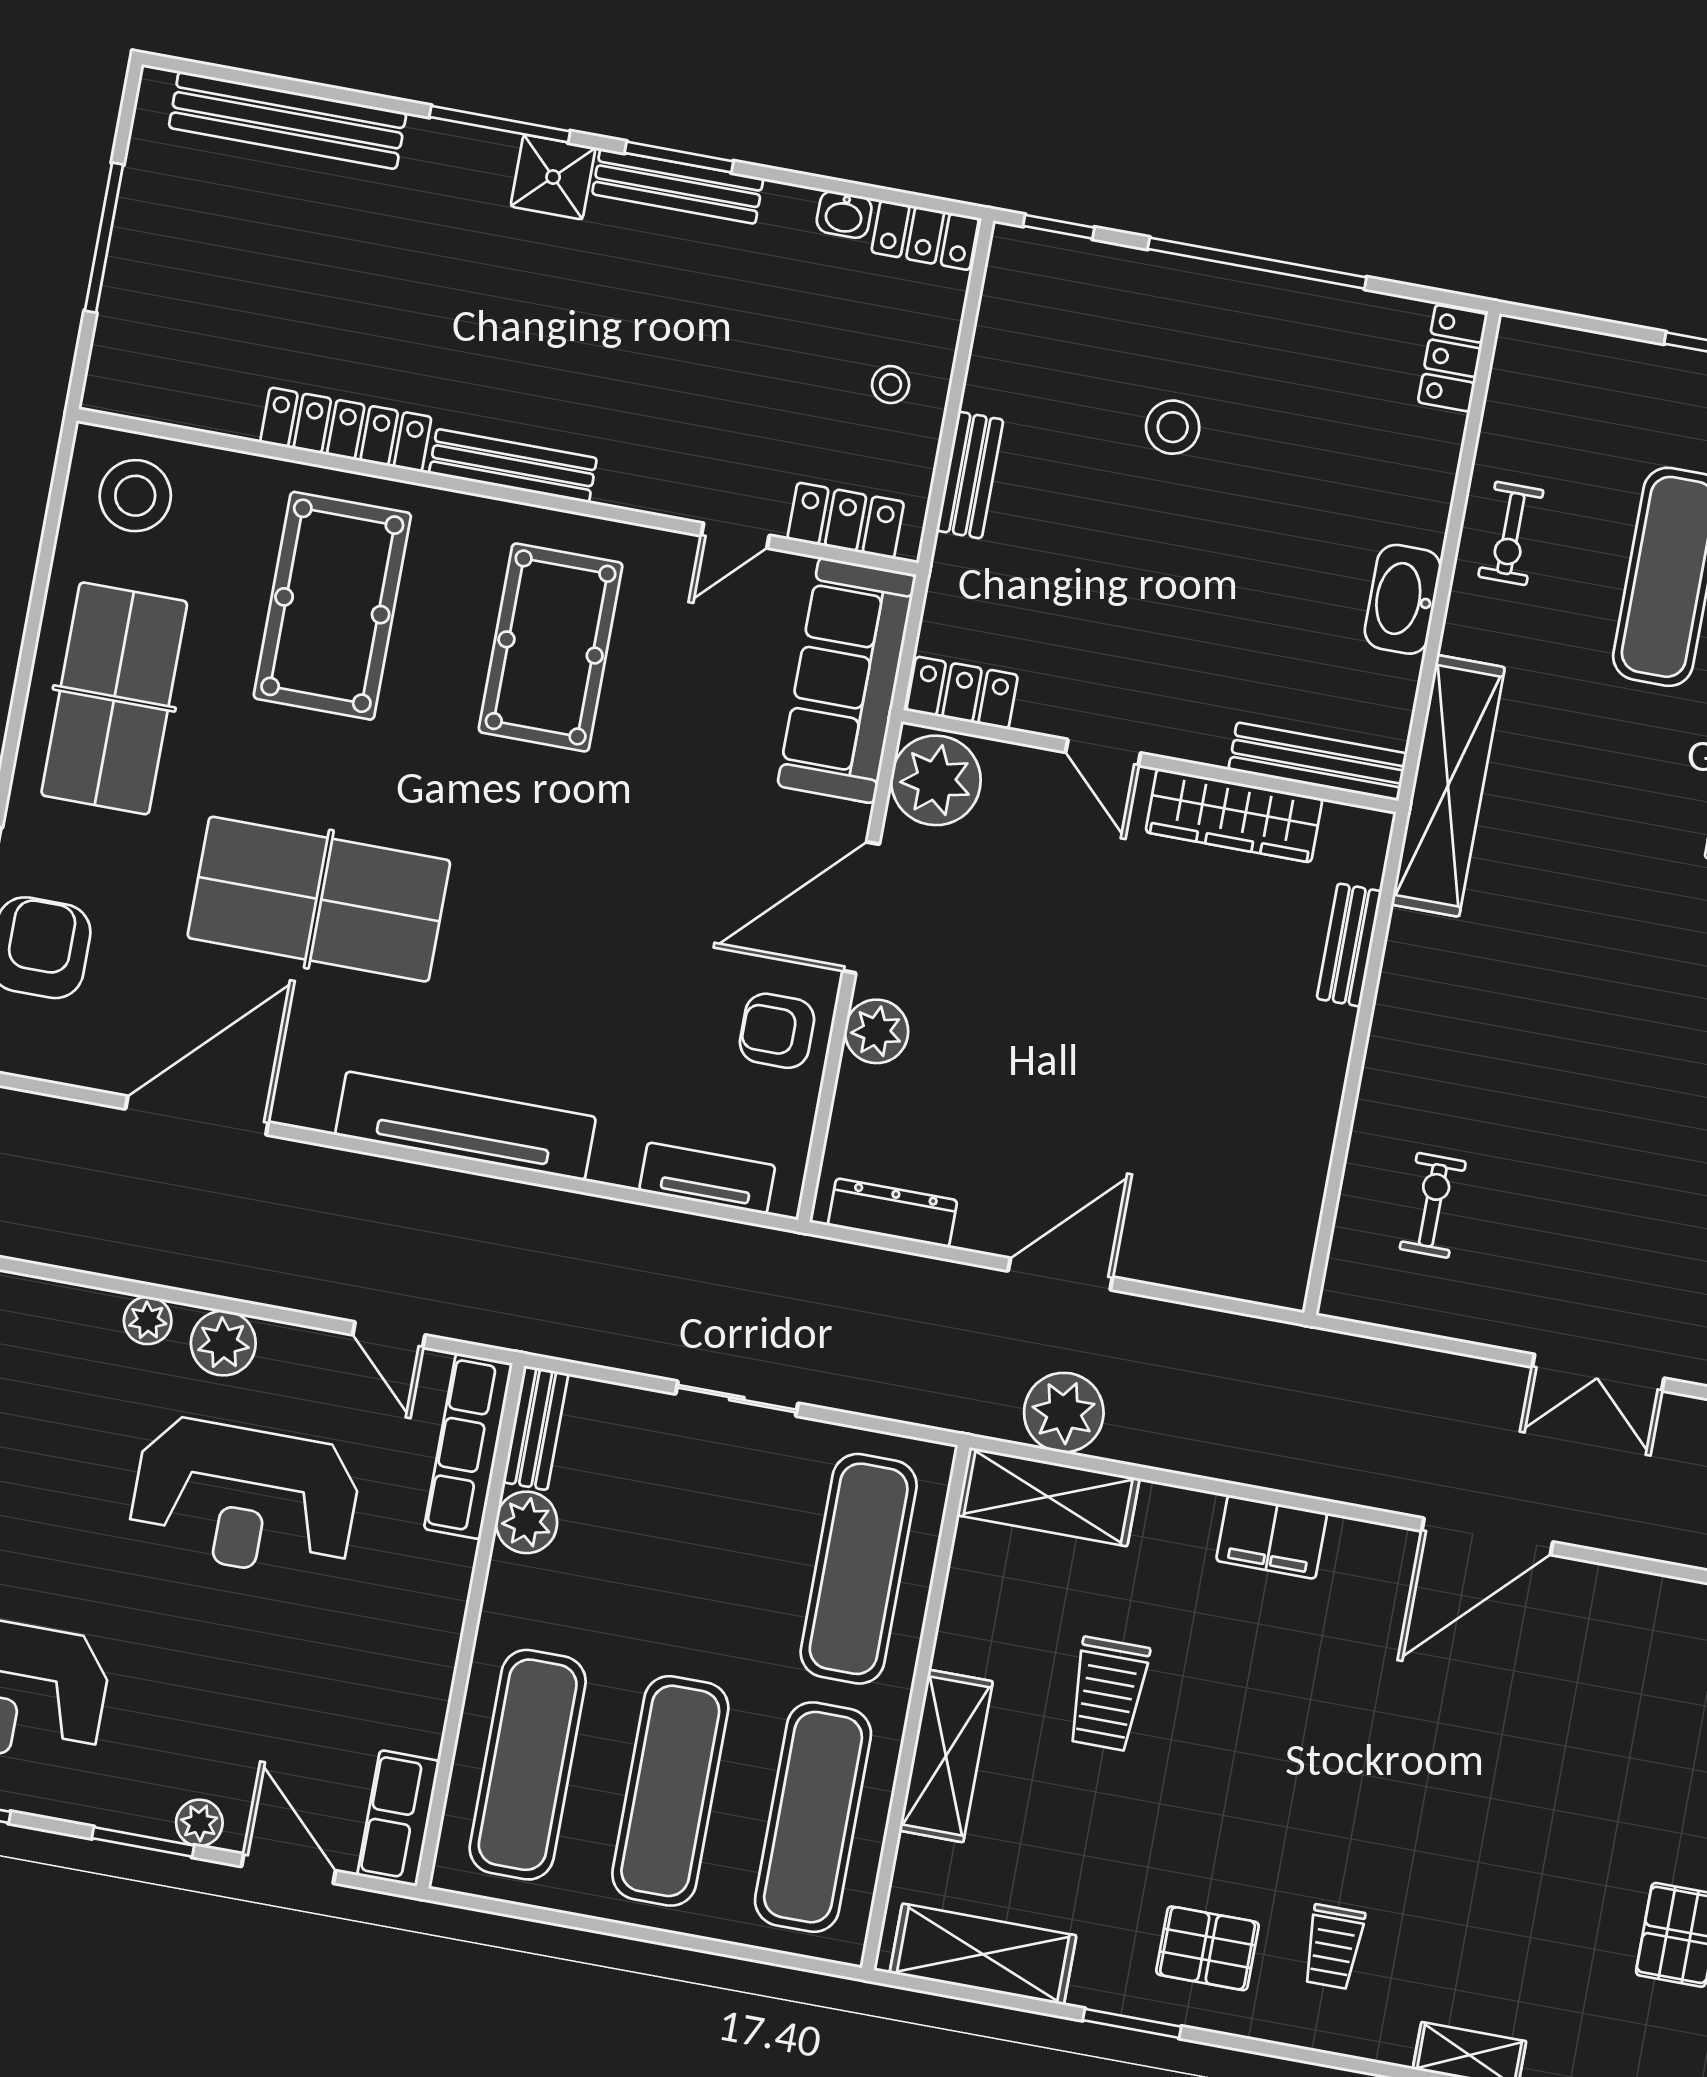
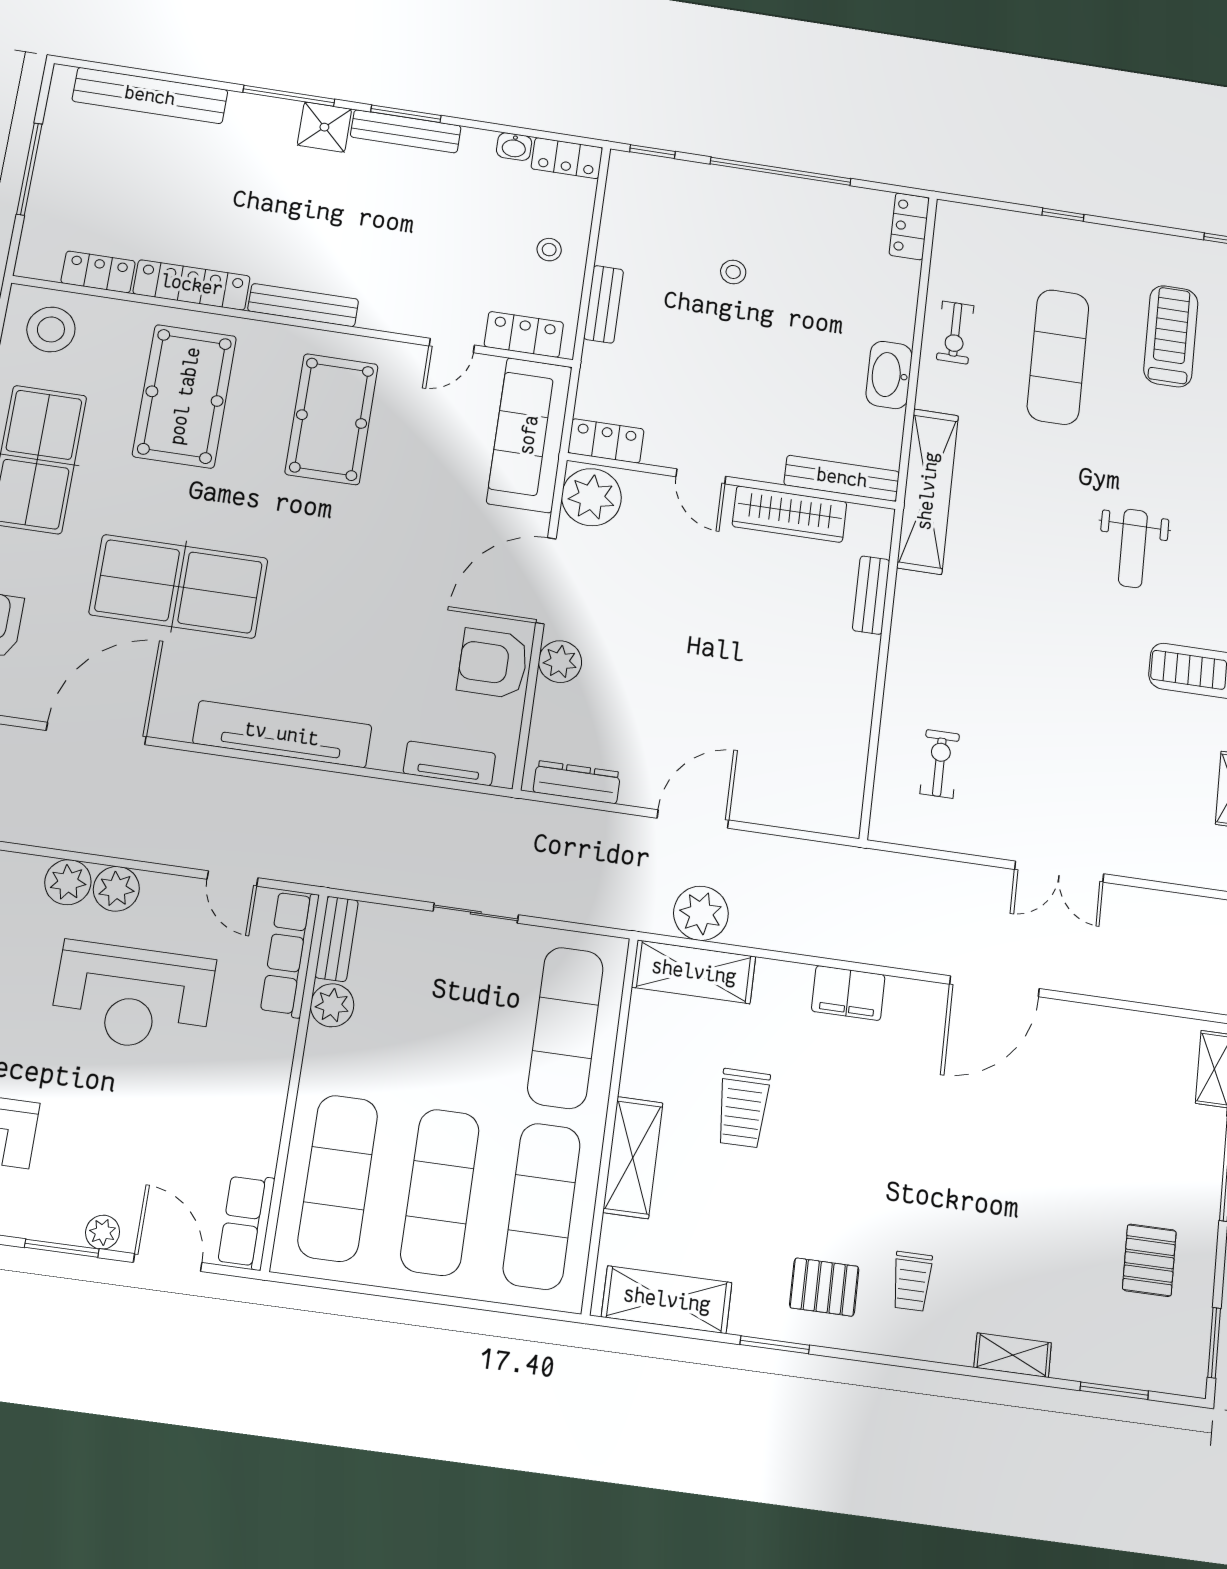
locker: (206, 406) -> (98, 272), added
stool: (1173, 427) -> (733, 272), width x0.73, depth x0.73
armchair: (777, 1031) -> (493, 663), width x1.38, depth x1.38
plant: (148, 1320) -> (68, 882), width x1.38, depth x1.38

